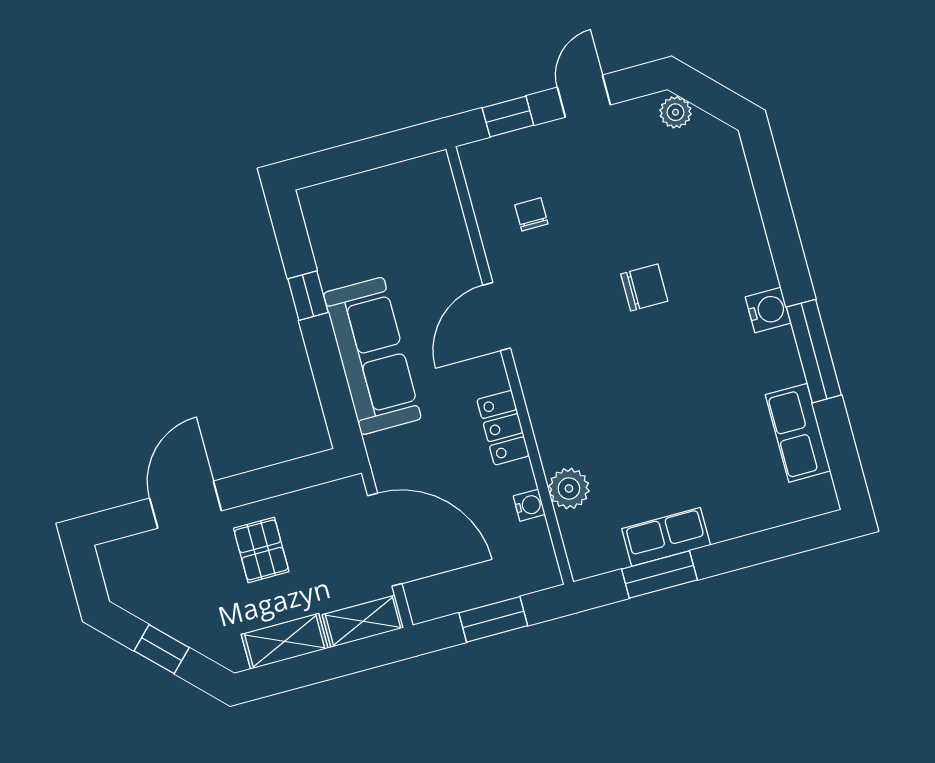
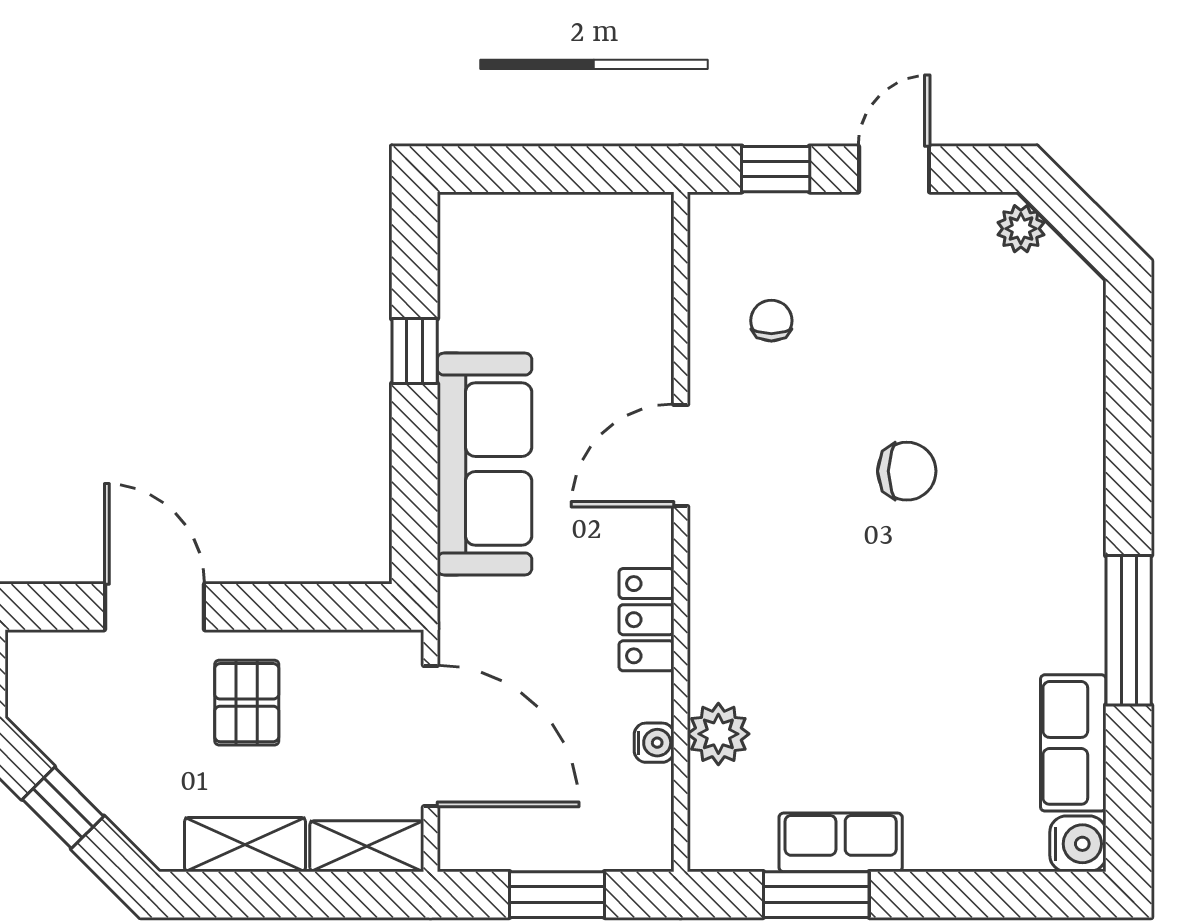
water cooler: (768, 310) -> (1078, 844), moved
door: (186, 505) -> (155, 607), hinge flipped

